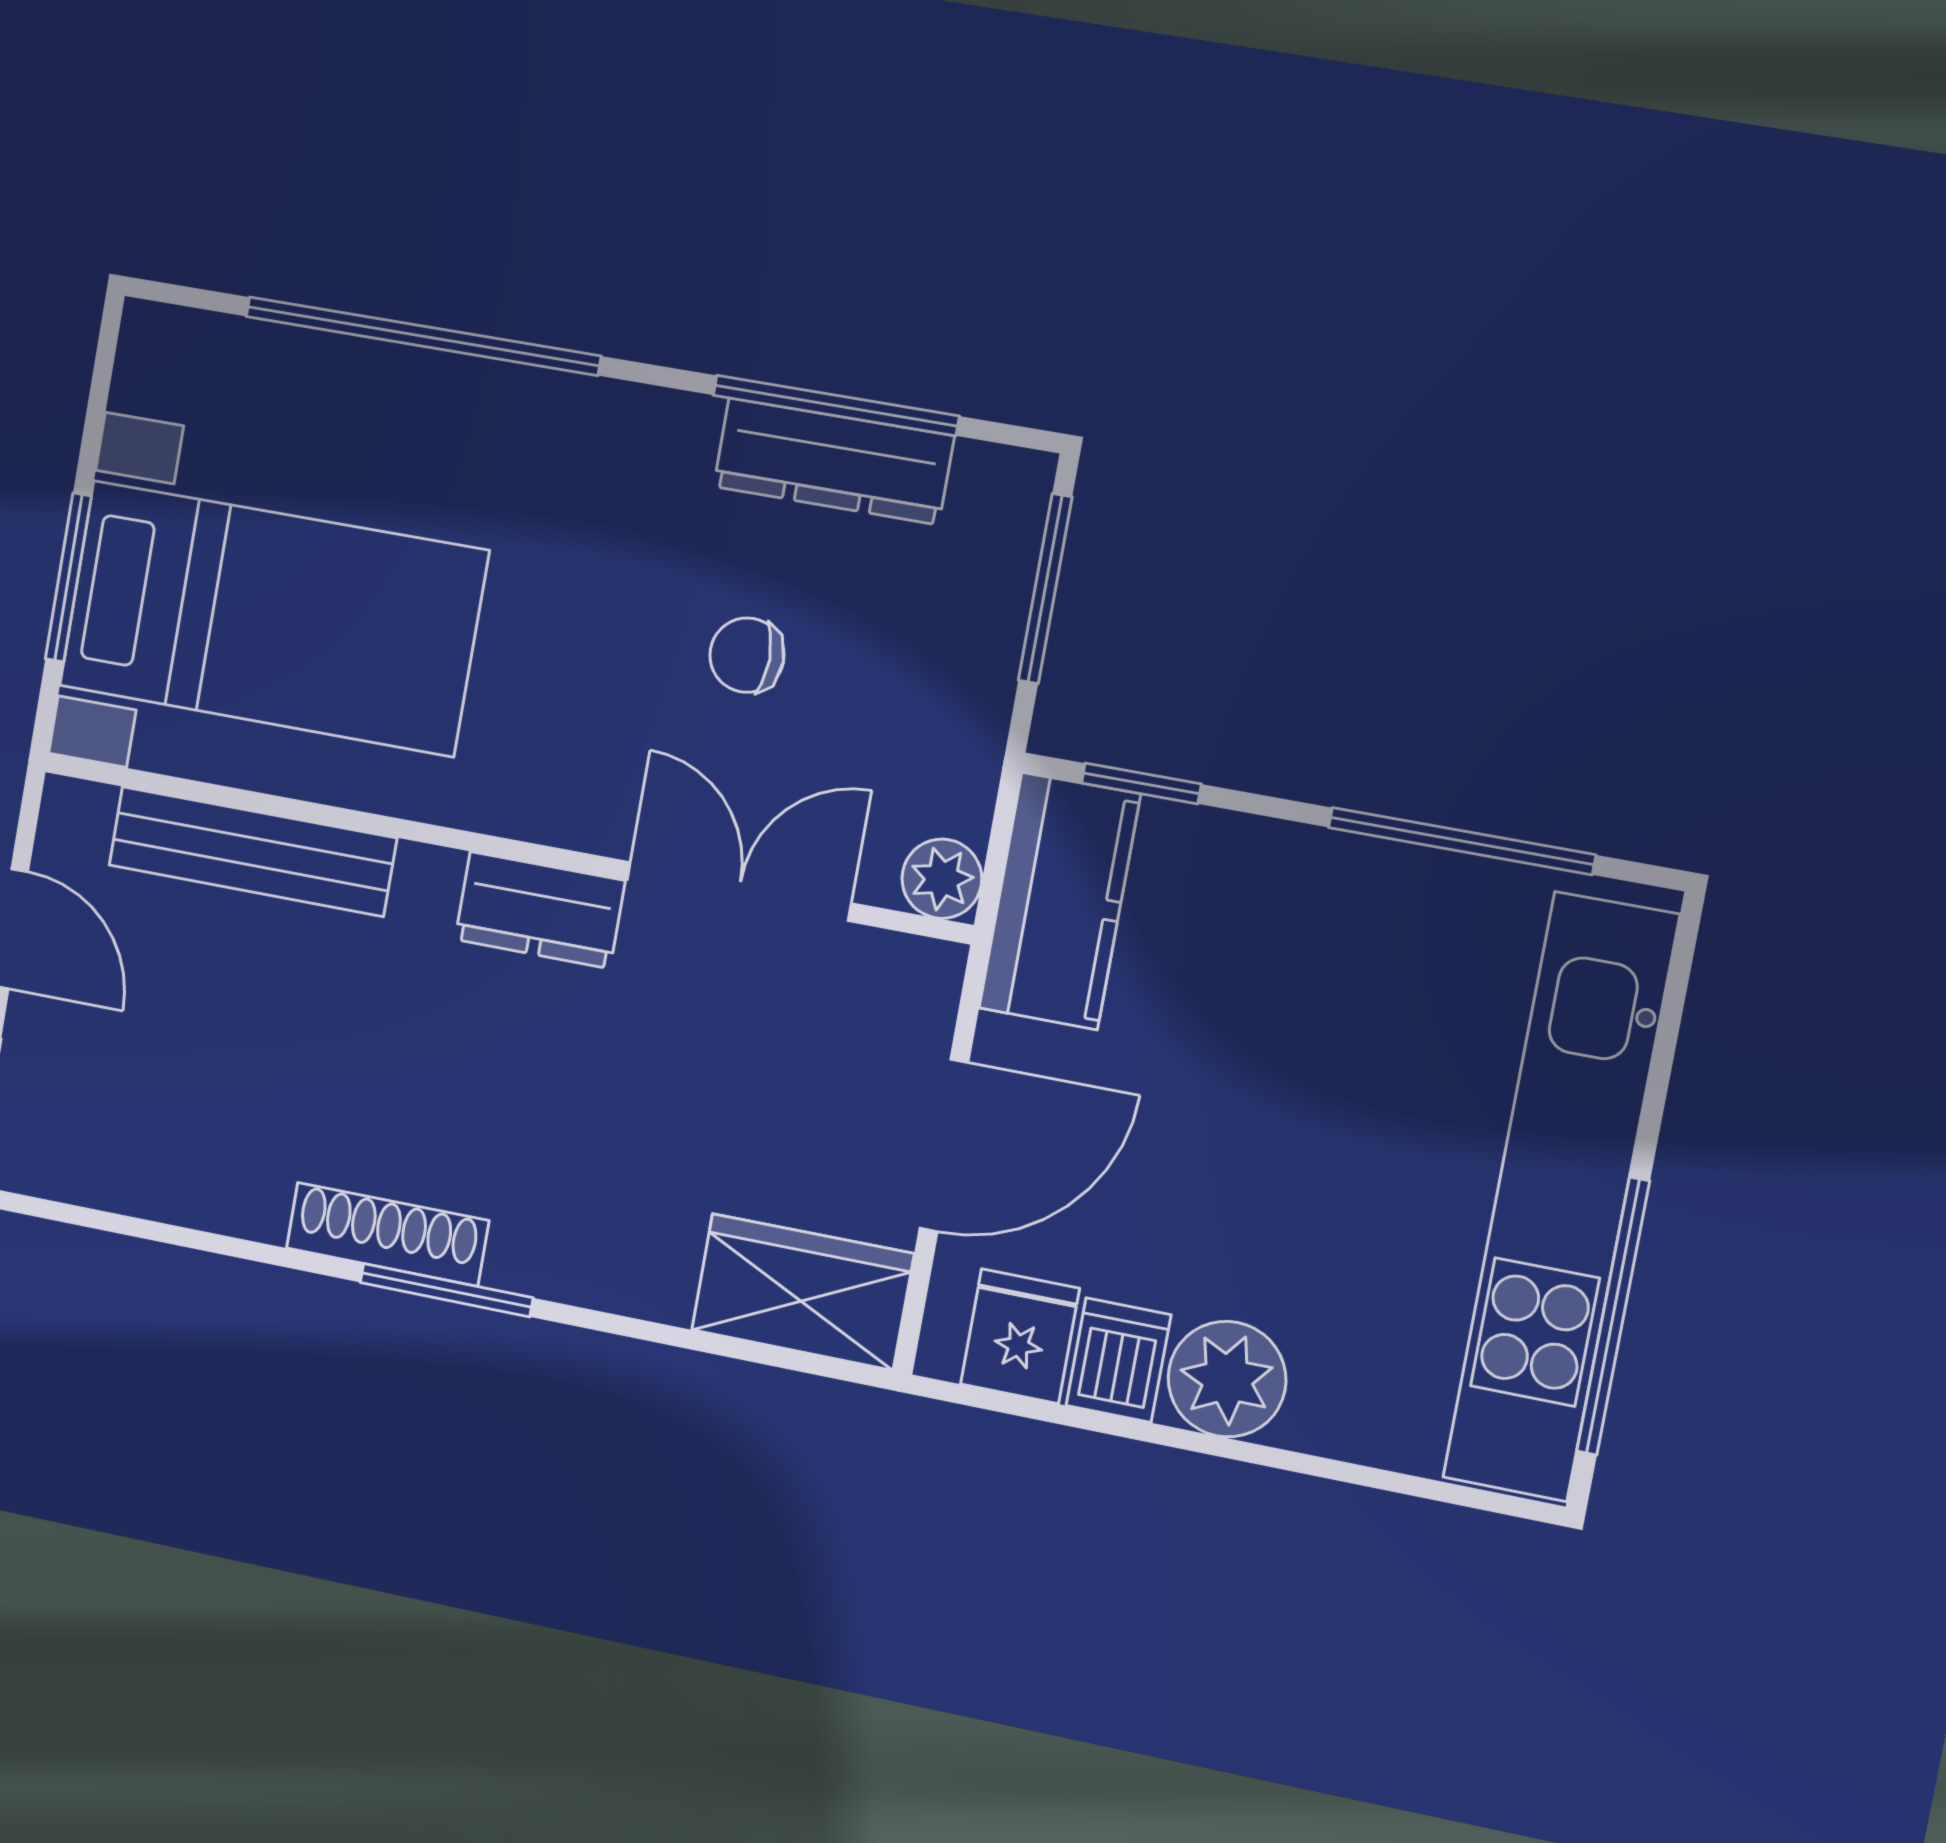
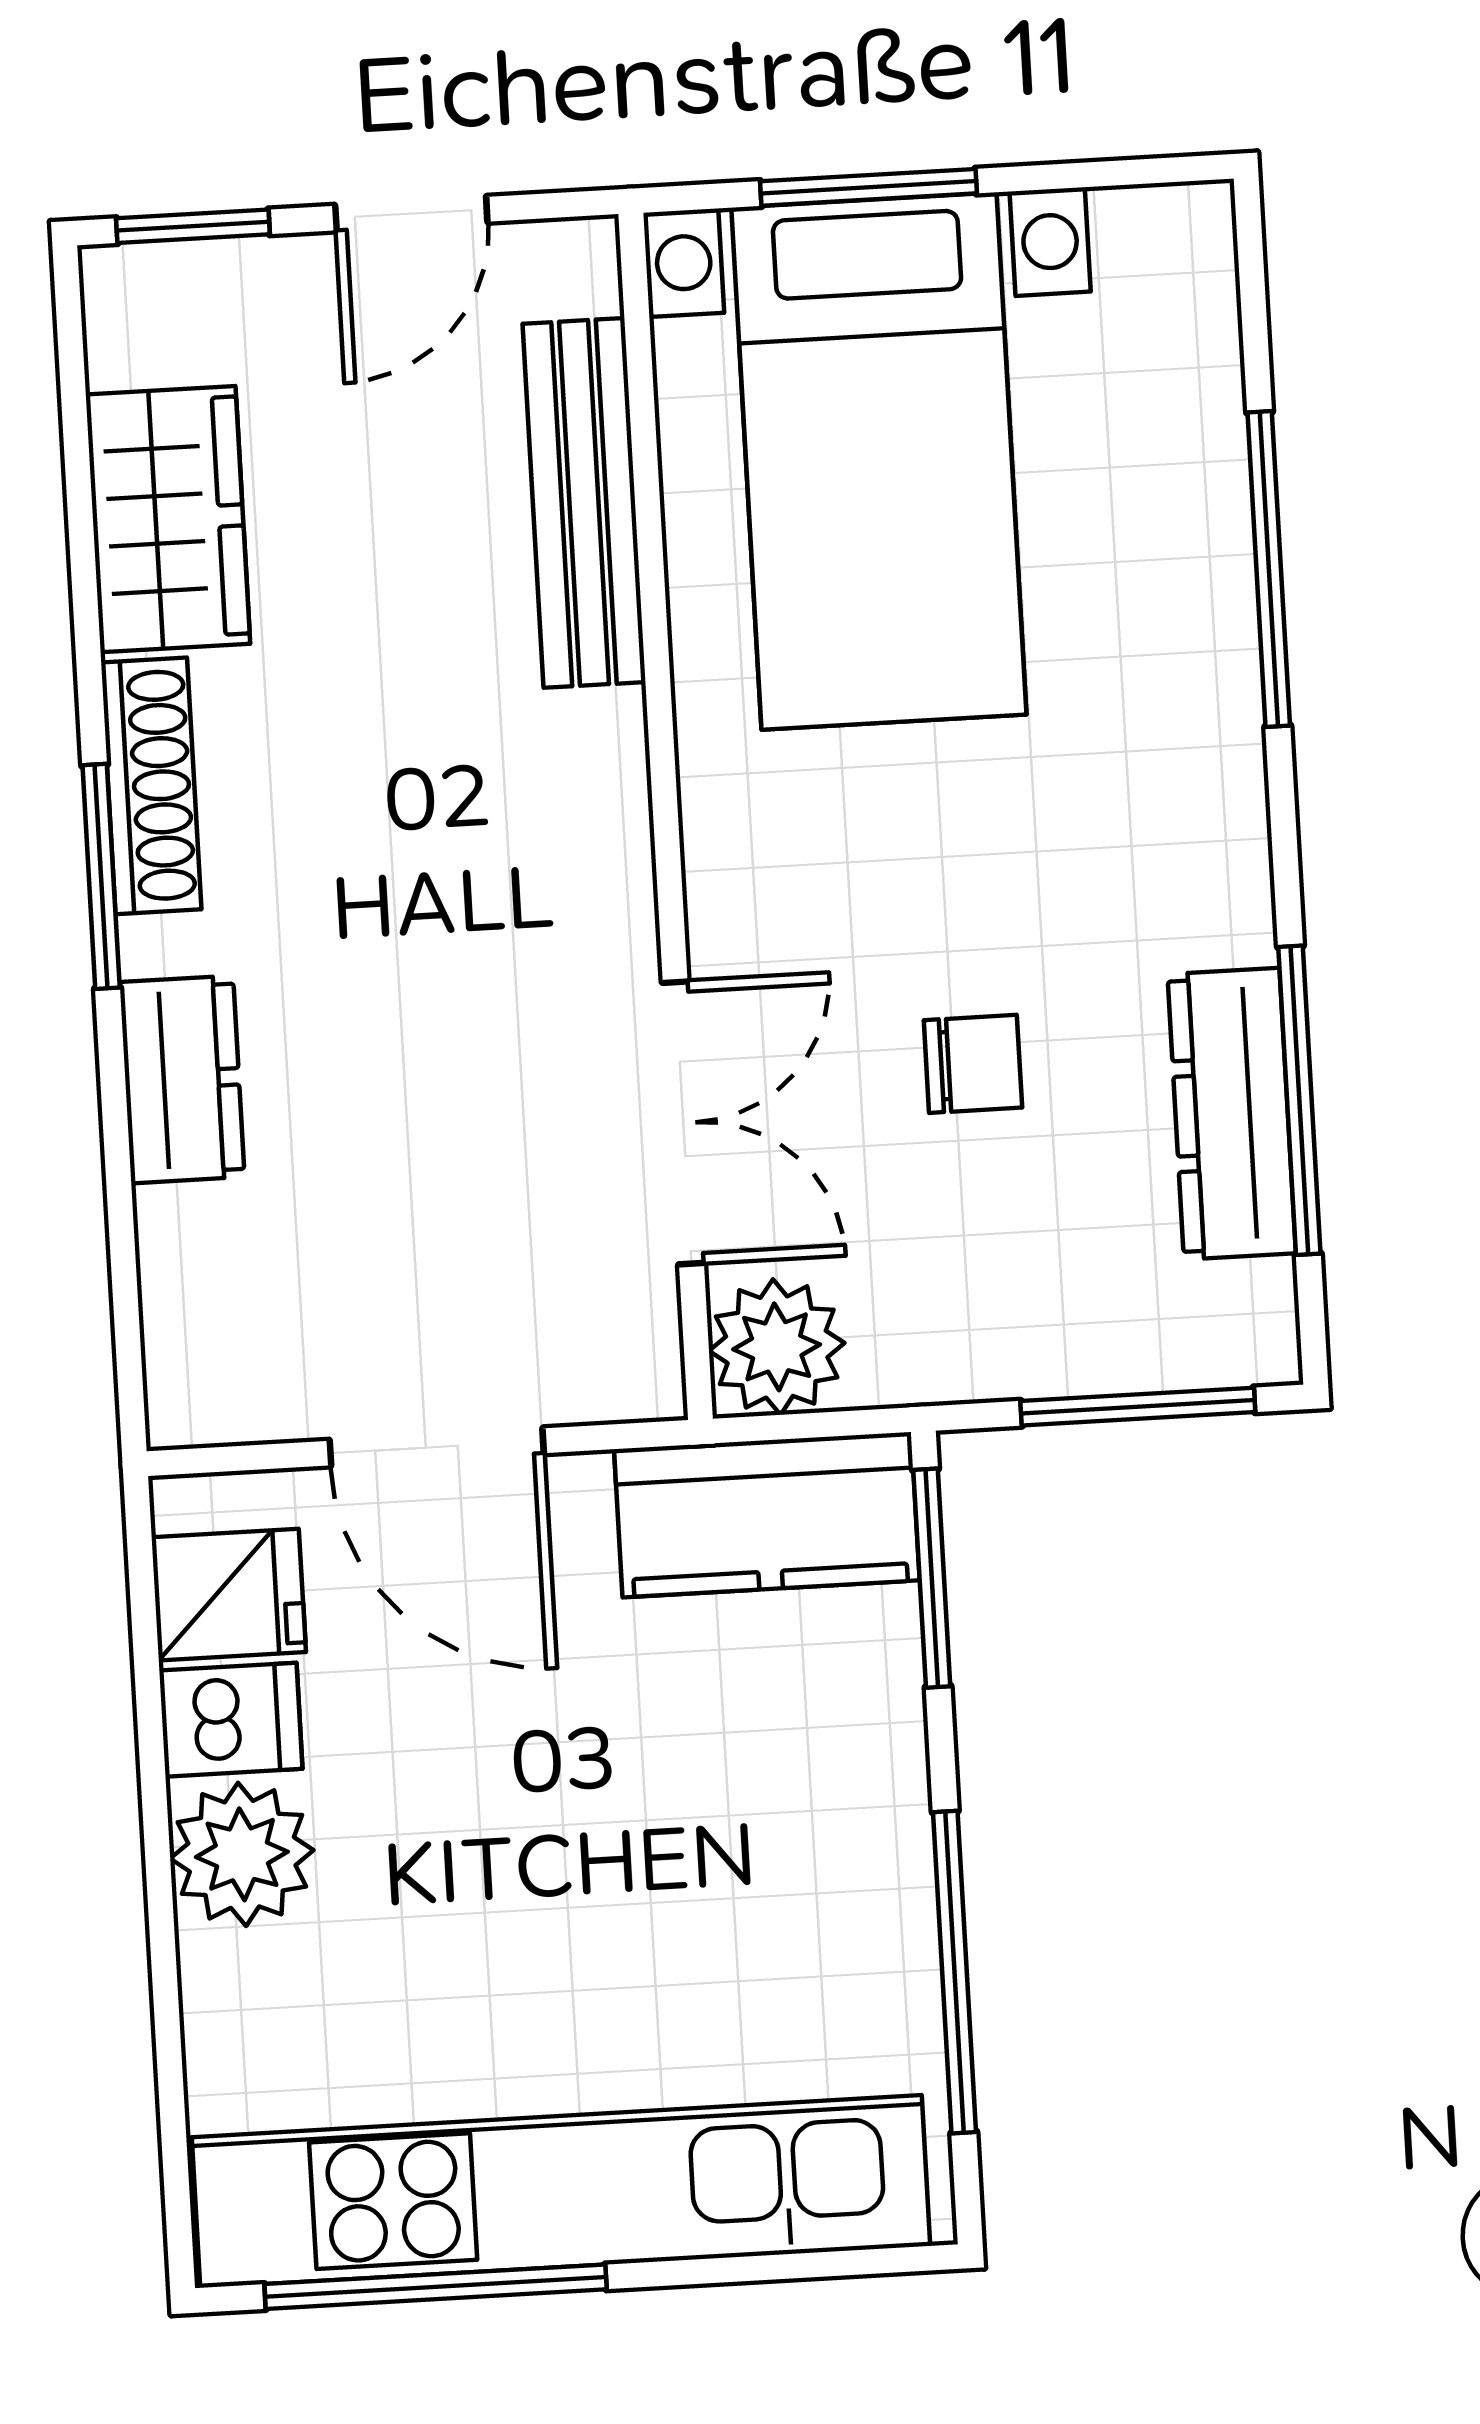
window: (423, 336) -> (1269, 569), width x0.68
chair: (747, 655) -> (973, 1064), turned 90
window: (1141, 784) -> (932, 1578), width x1.50
plant: (942, 879) -> (777, 1347), width x1.38, depth x1.38
dresser: (540, 910) -> (182, 1079), moved, turned 180
wardrobe: (803, 1292) -> (168, 519), moved

